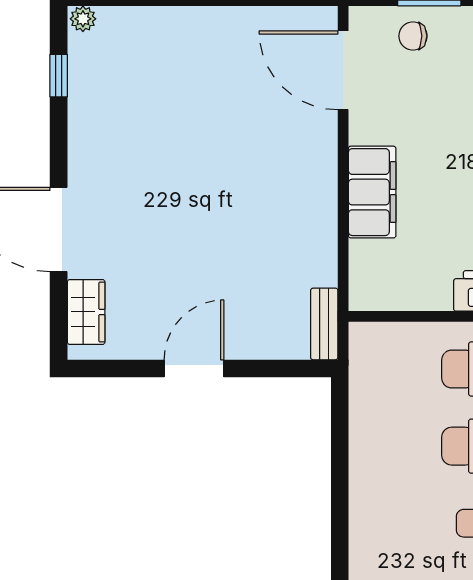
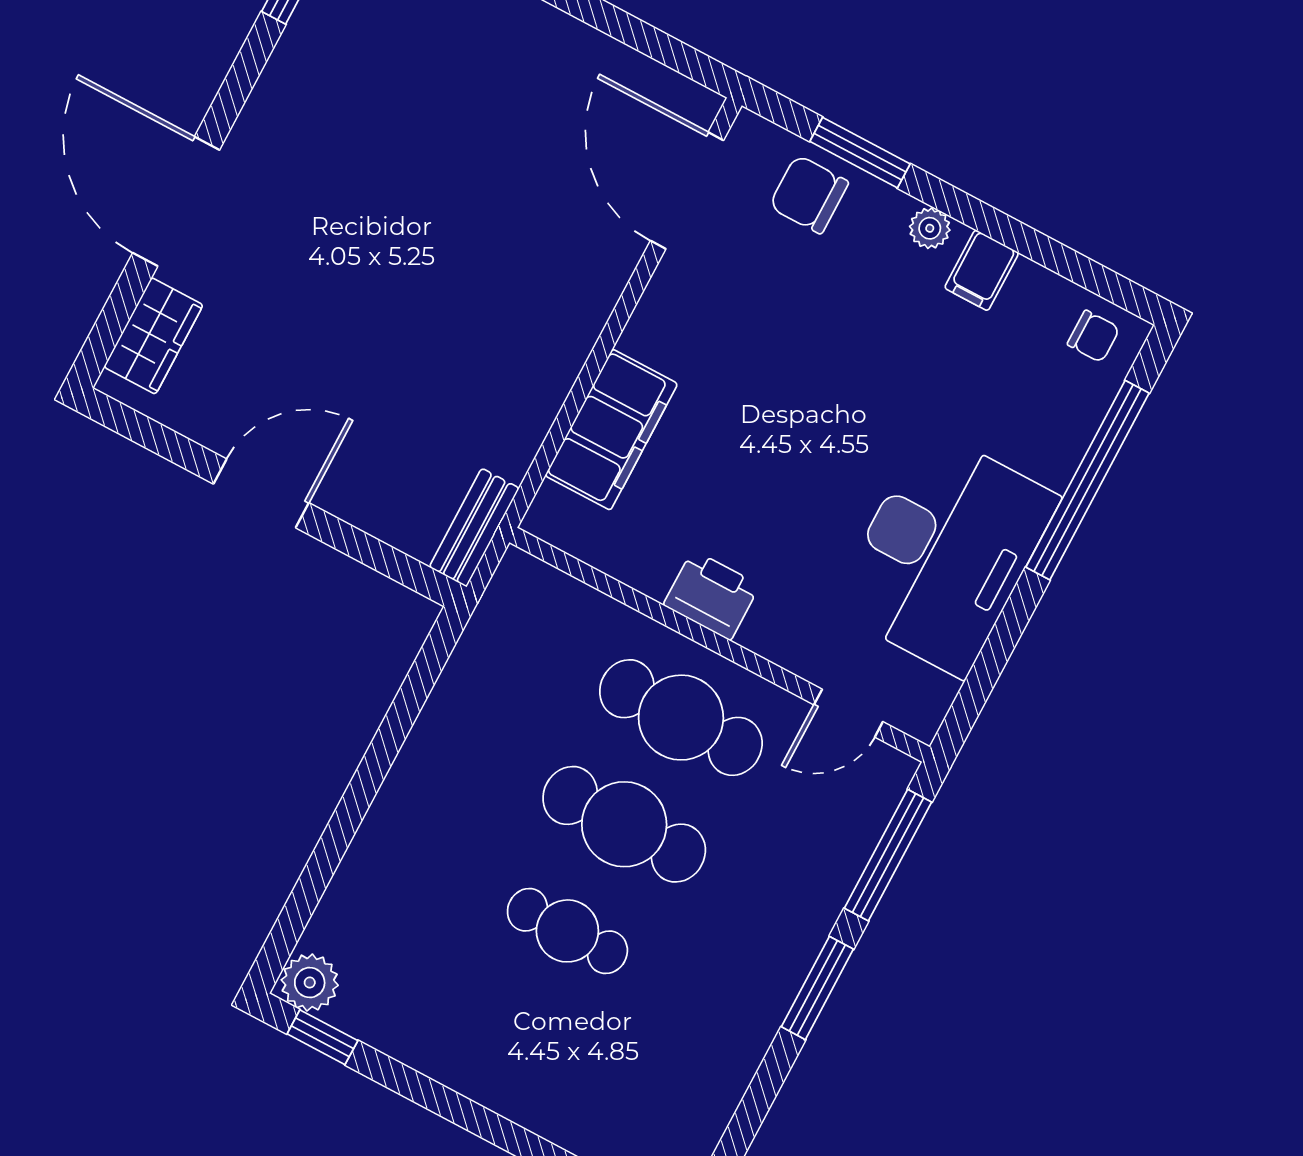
chair: (413, 36) -> (809, 194), width x1.37, depth x1.37
filing cabinet: (372, 192) -> (611, 430), moved

